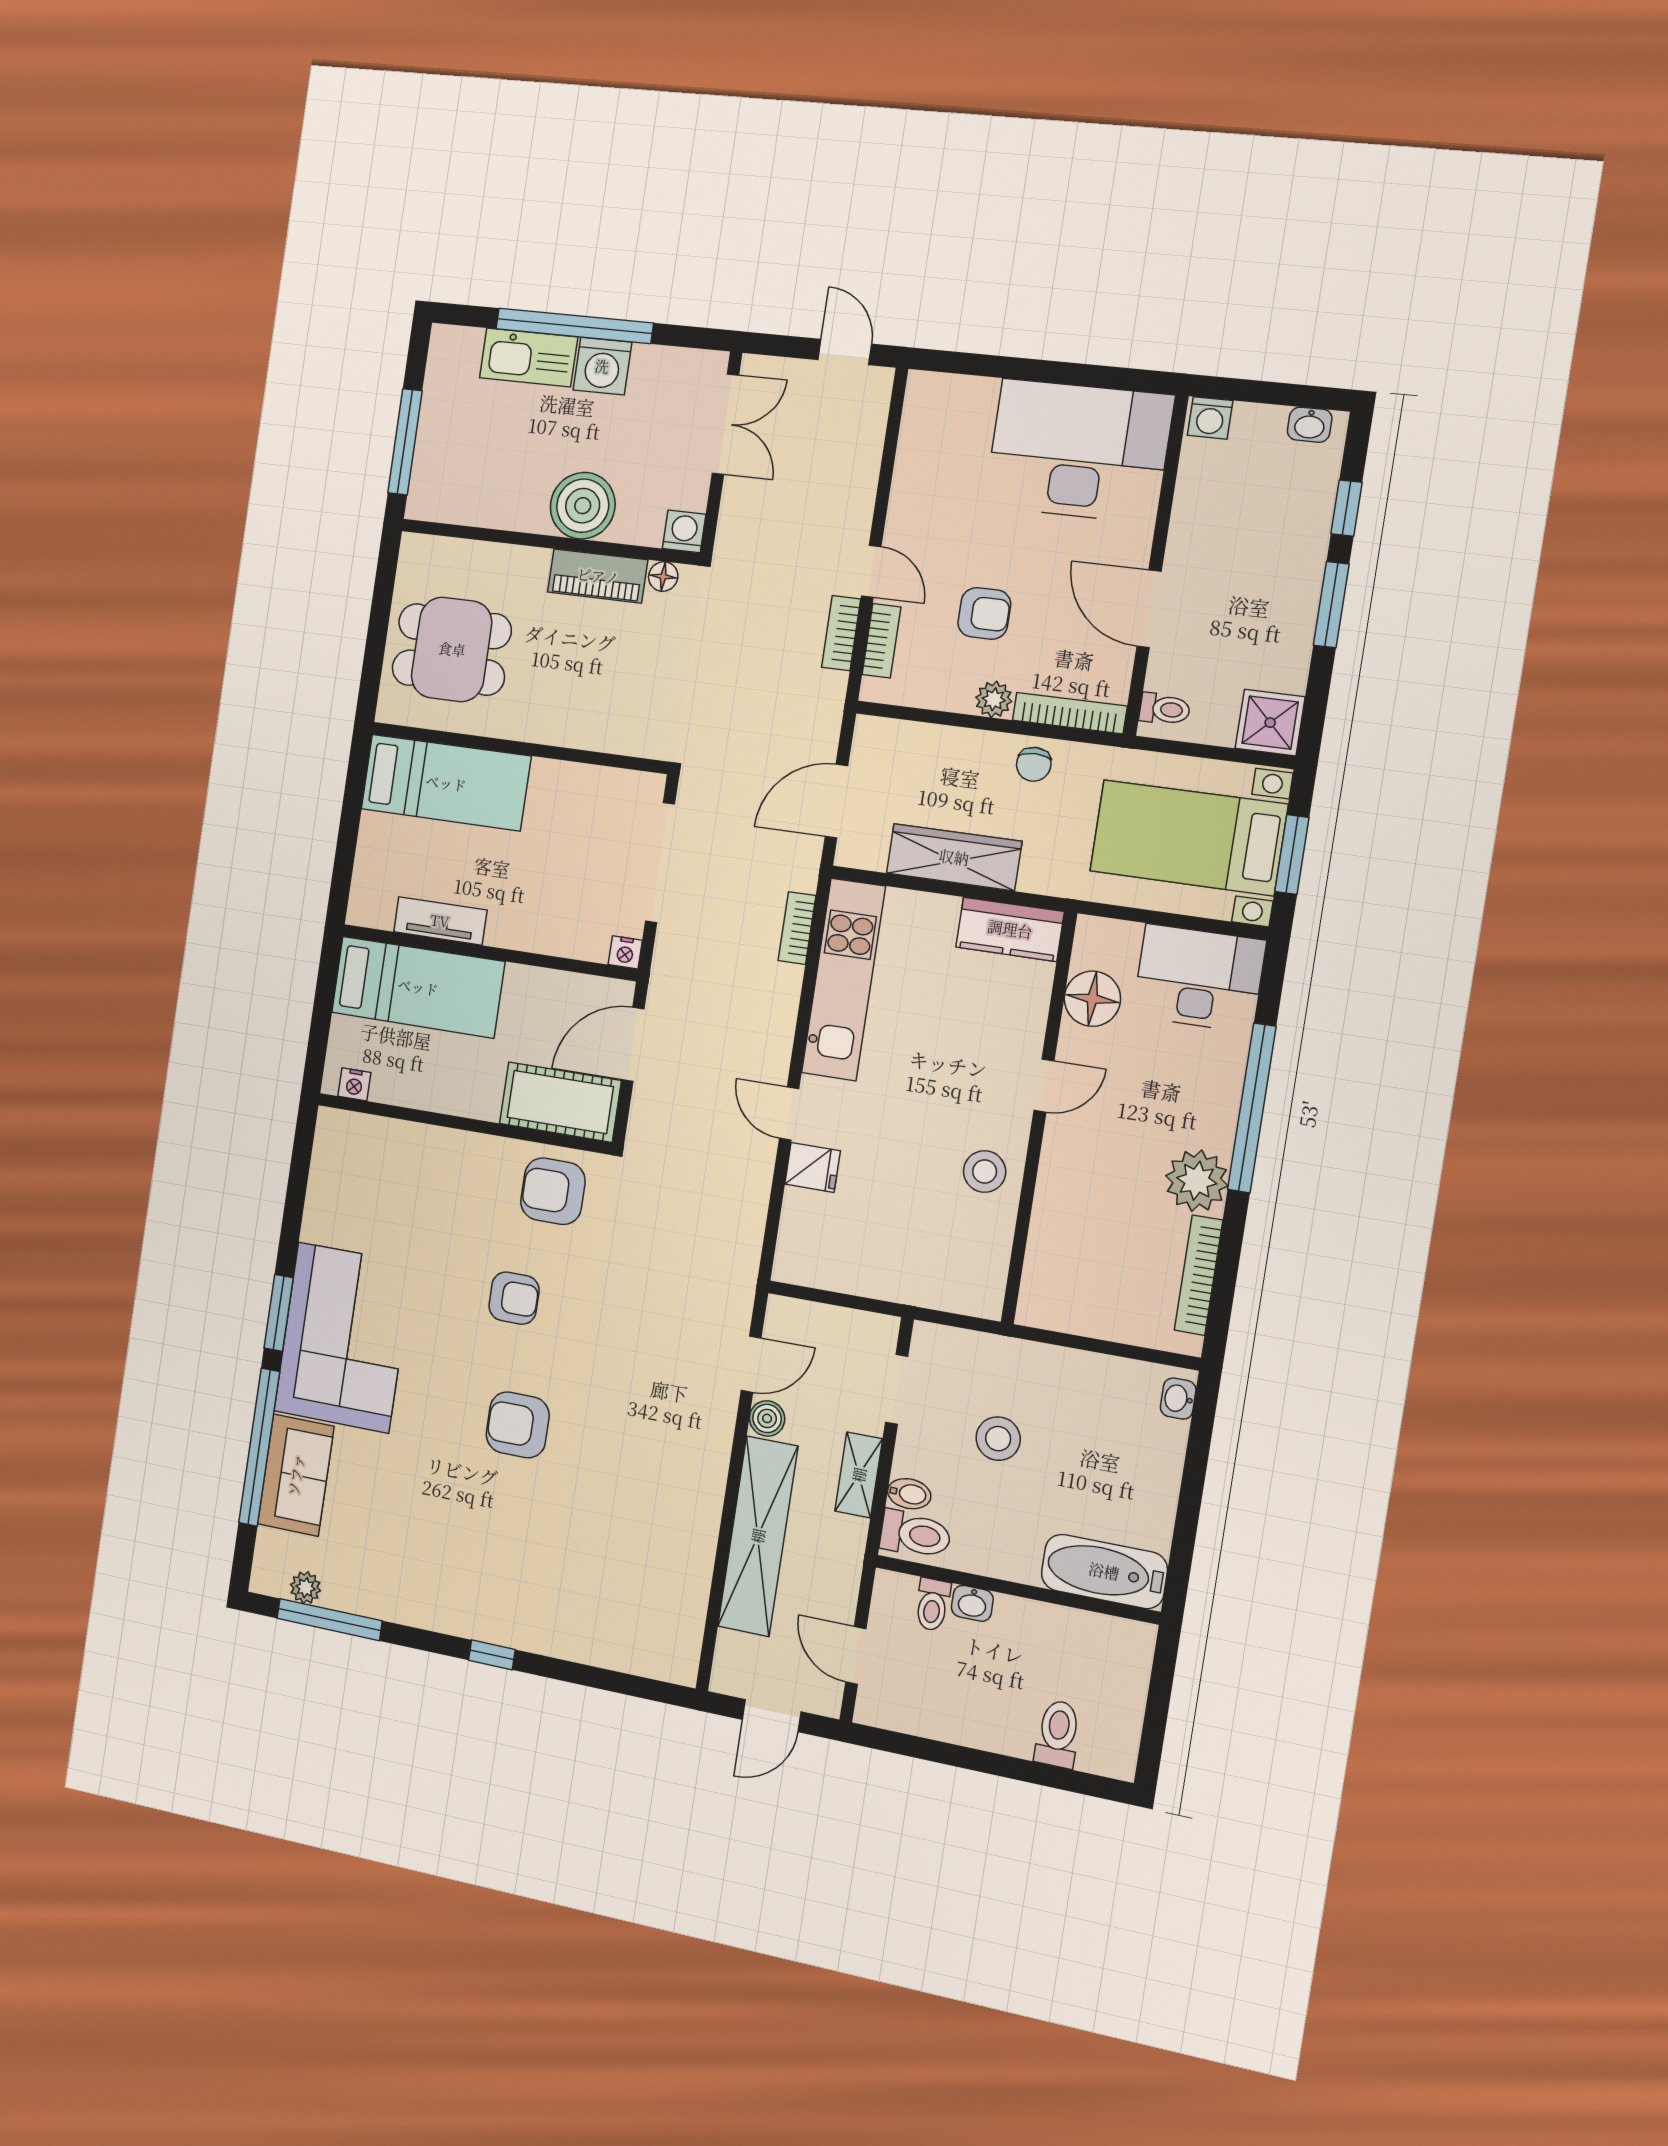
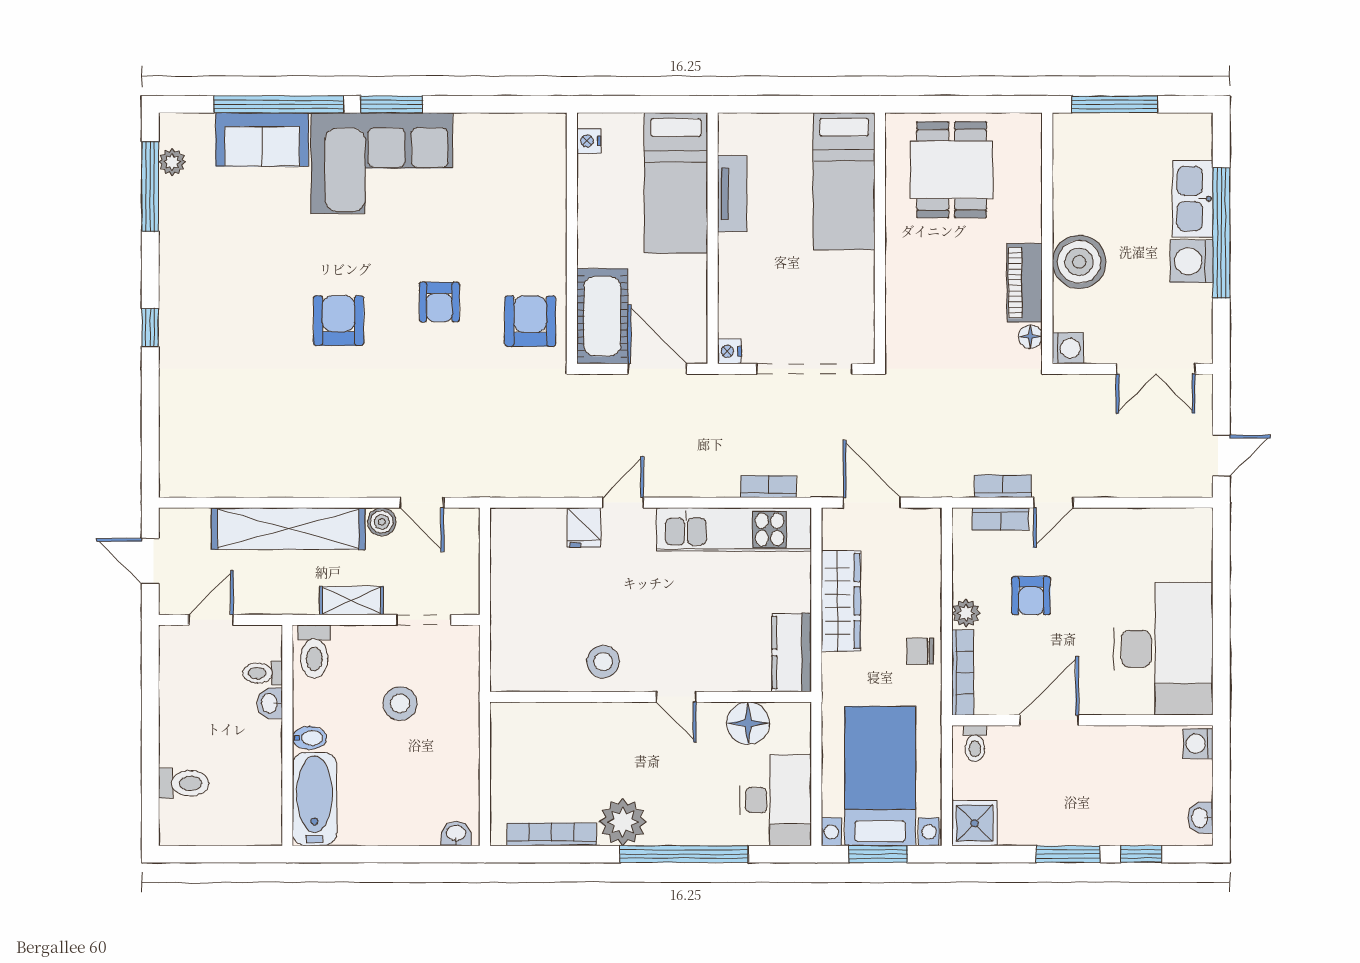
bidet: (909, 1494) -> (309, 738), moved, turned -90

